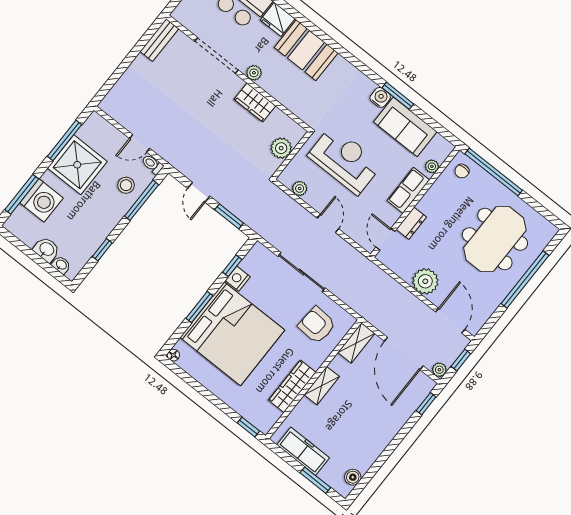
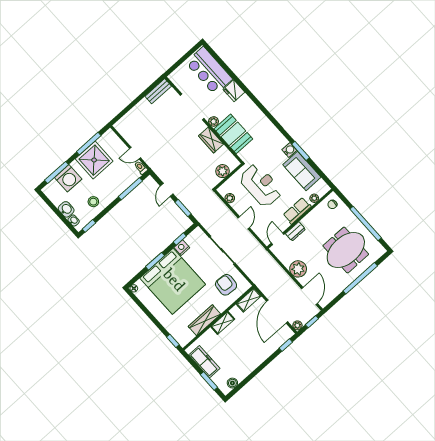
booth: (306, 50) -> (233, 134), moved
window: (494, 172) -> (366, 223), moved
stool: (126, 185) -> (93, 202), moved
window: (102, 250) -> (89, 226), moved

